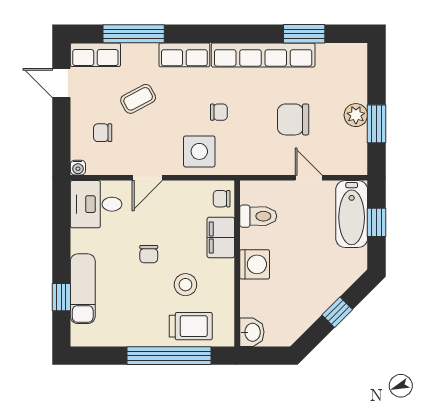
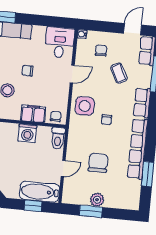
door: (147, 178) -> (72, 74), swing flipped
toilet: (258, 216) -> (58, 138), moved
washing machine: (255, 264) -> (27, 133), moved

